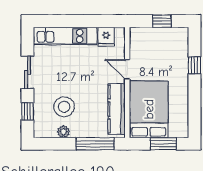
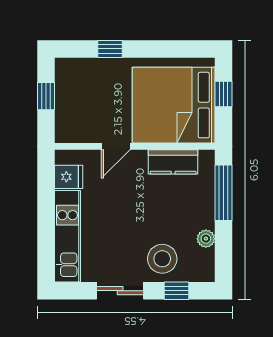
stool: (64, 107) -> (162, 259), moved
kitchen counter: (117, 109) -> (173, 162), width x0.67
bed: (149, 109) -> (174, 105), width x1.36
window: (163, 144) -> (224, 94), width x0.67

